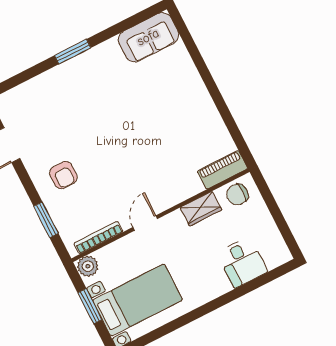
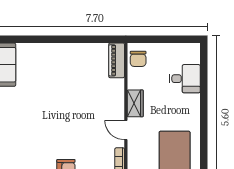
wardrobe: (201, 209) -> (135, 103), moved

